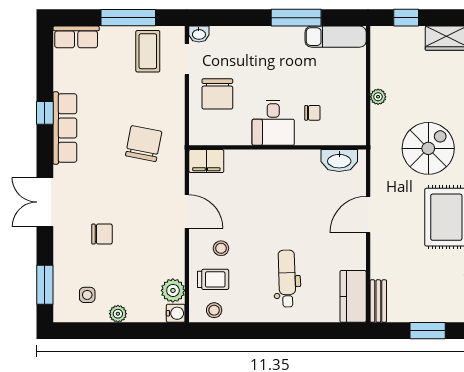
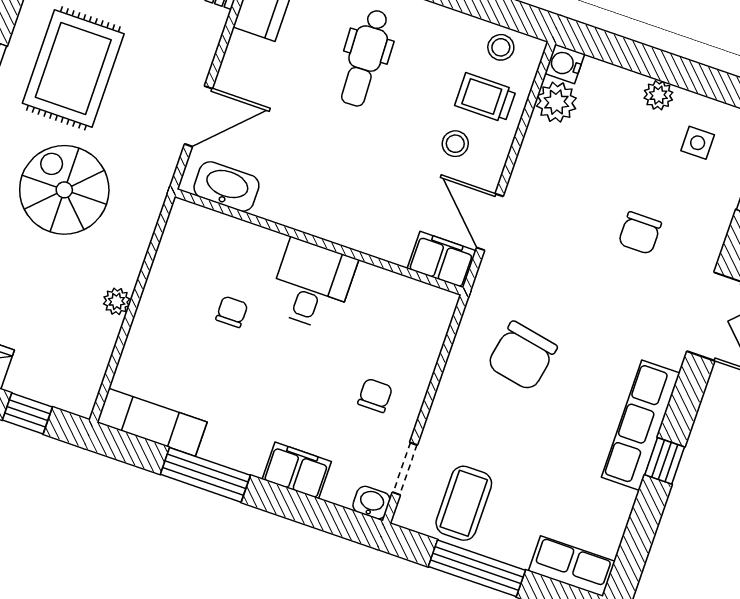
filing cabinet: (246, 38) -> (297, 470), added
chair: (217, 94) -> (375, 395), width x0.54, depth x0.54
chair: (312, 113) -> (232, 312), turned 90
desk: (273, 123) -> (312, 284), moved
wall: (278, 147) -> (319, 242), moved
spiral stairs: (428, 148) -> (64, 190), turned 90
washbasin: (339, 160) -> (226, 186), moved
filing cabinet: (206, 161) -> (442, 260), moved
chair: (102, 234) -> (640, 233), turned -90

